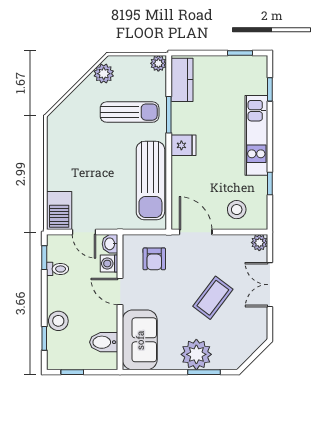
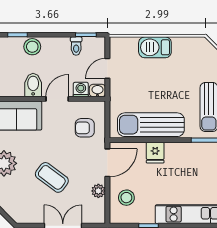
fridge: (183, 145) -> (155, 153), moved
barbecue: (59, 210) -> (155, 47), moved
plant: (259, 243) -> (98, 191), moved
bidet: (104, 342) -> (33, 85), moved

